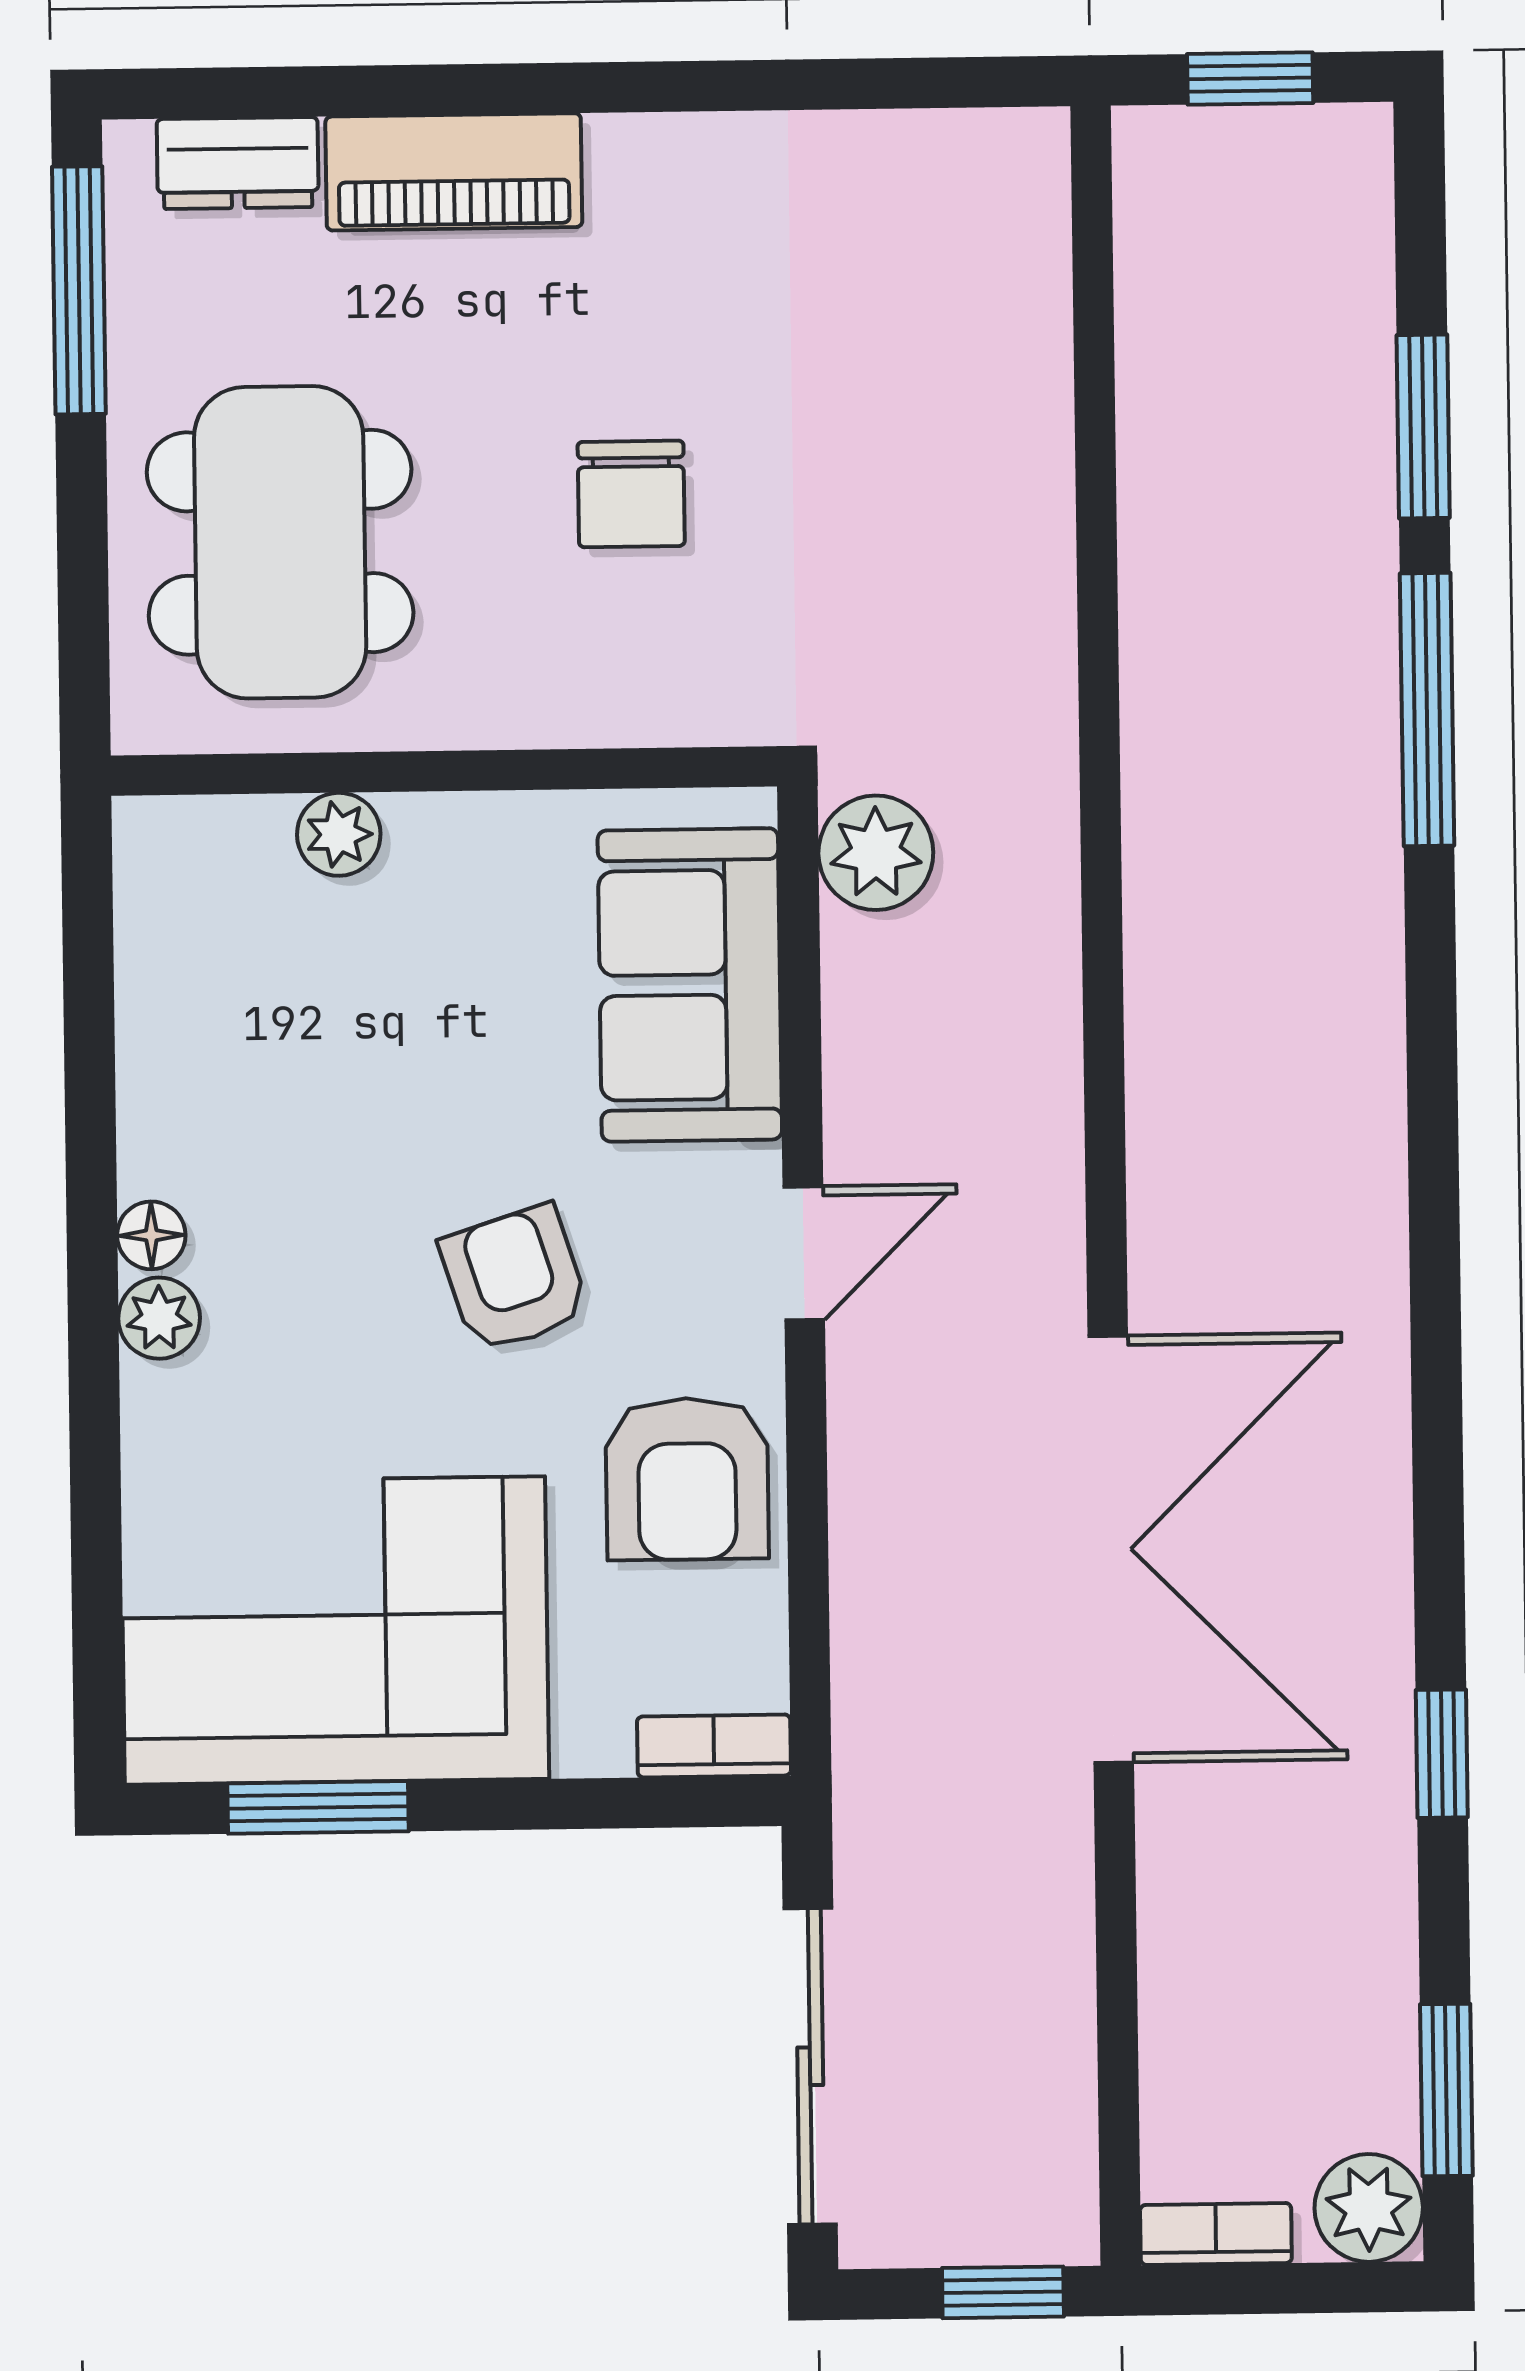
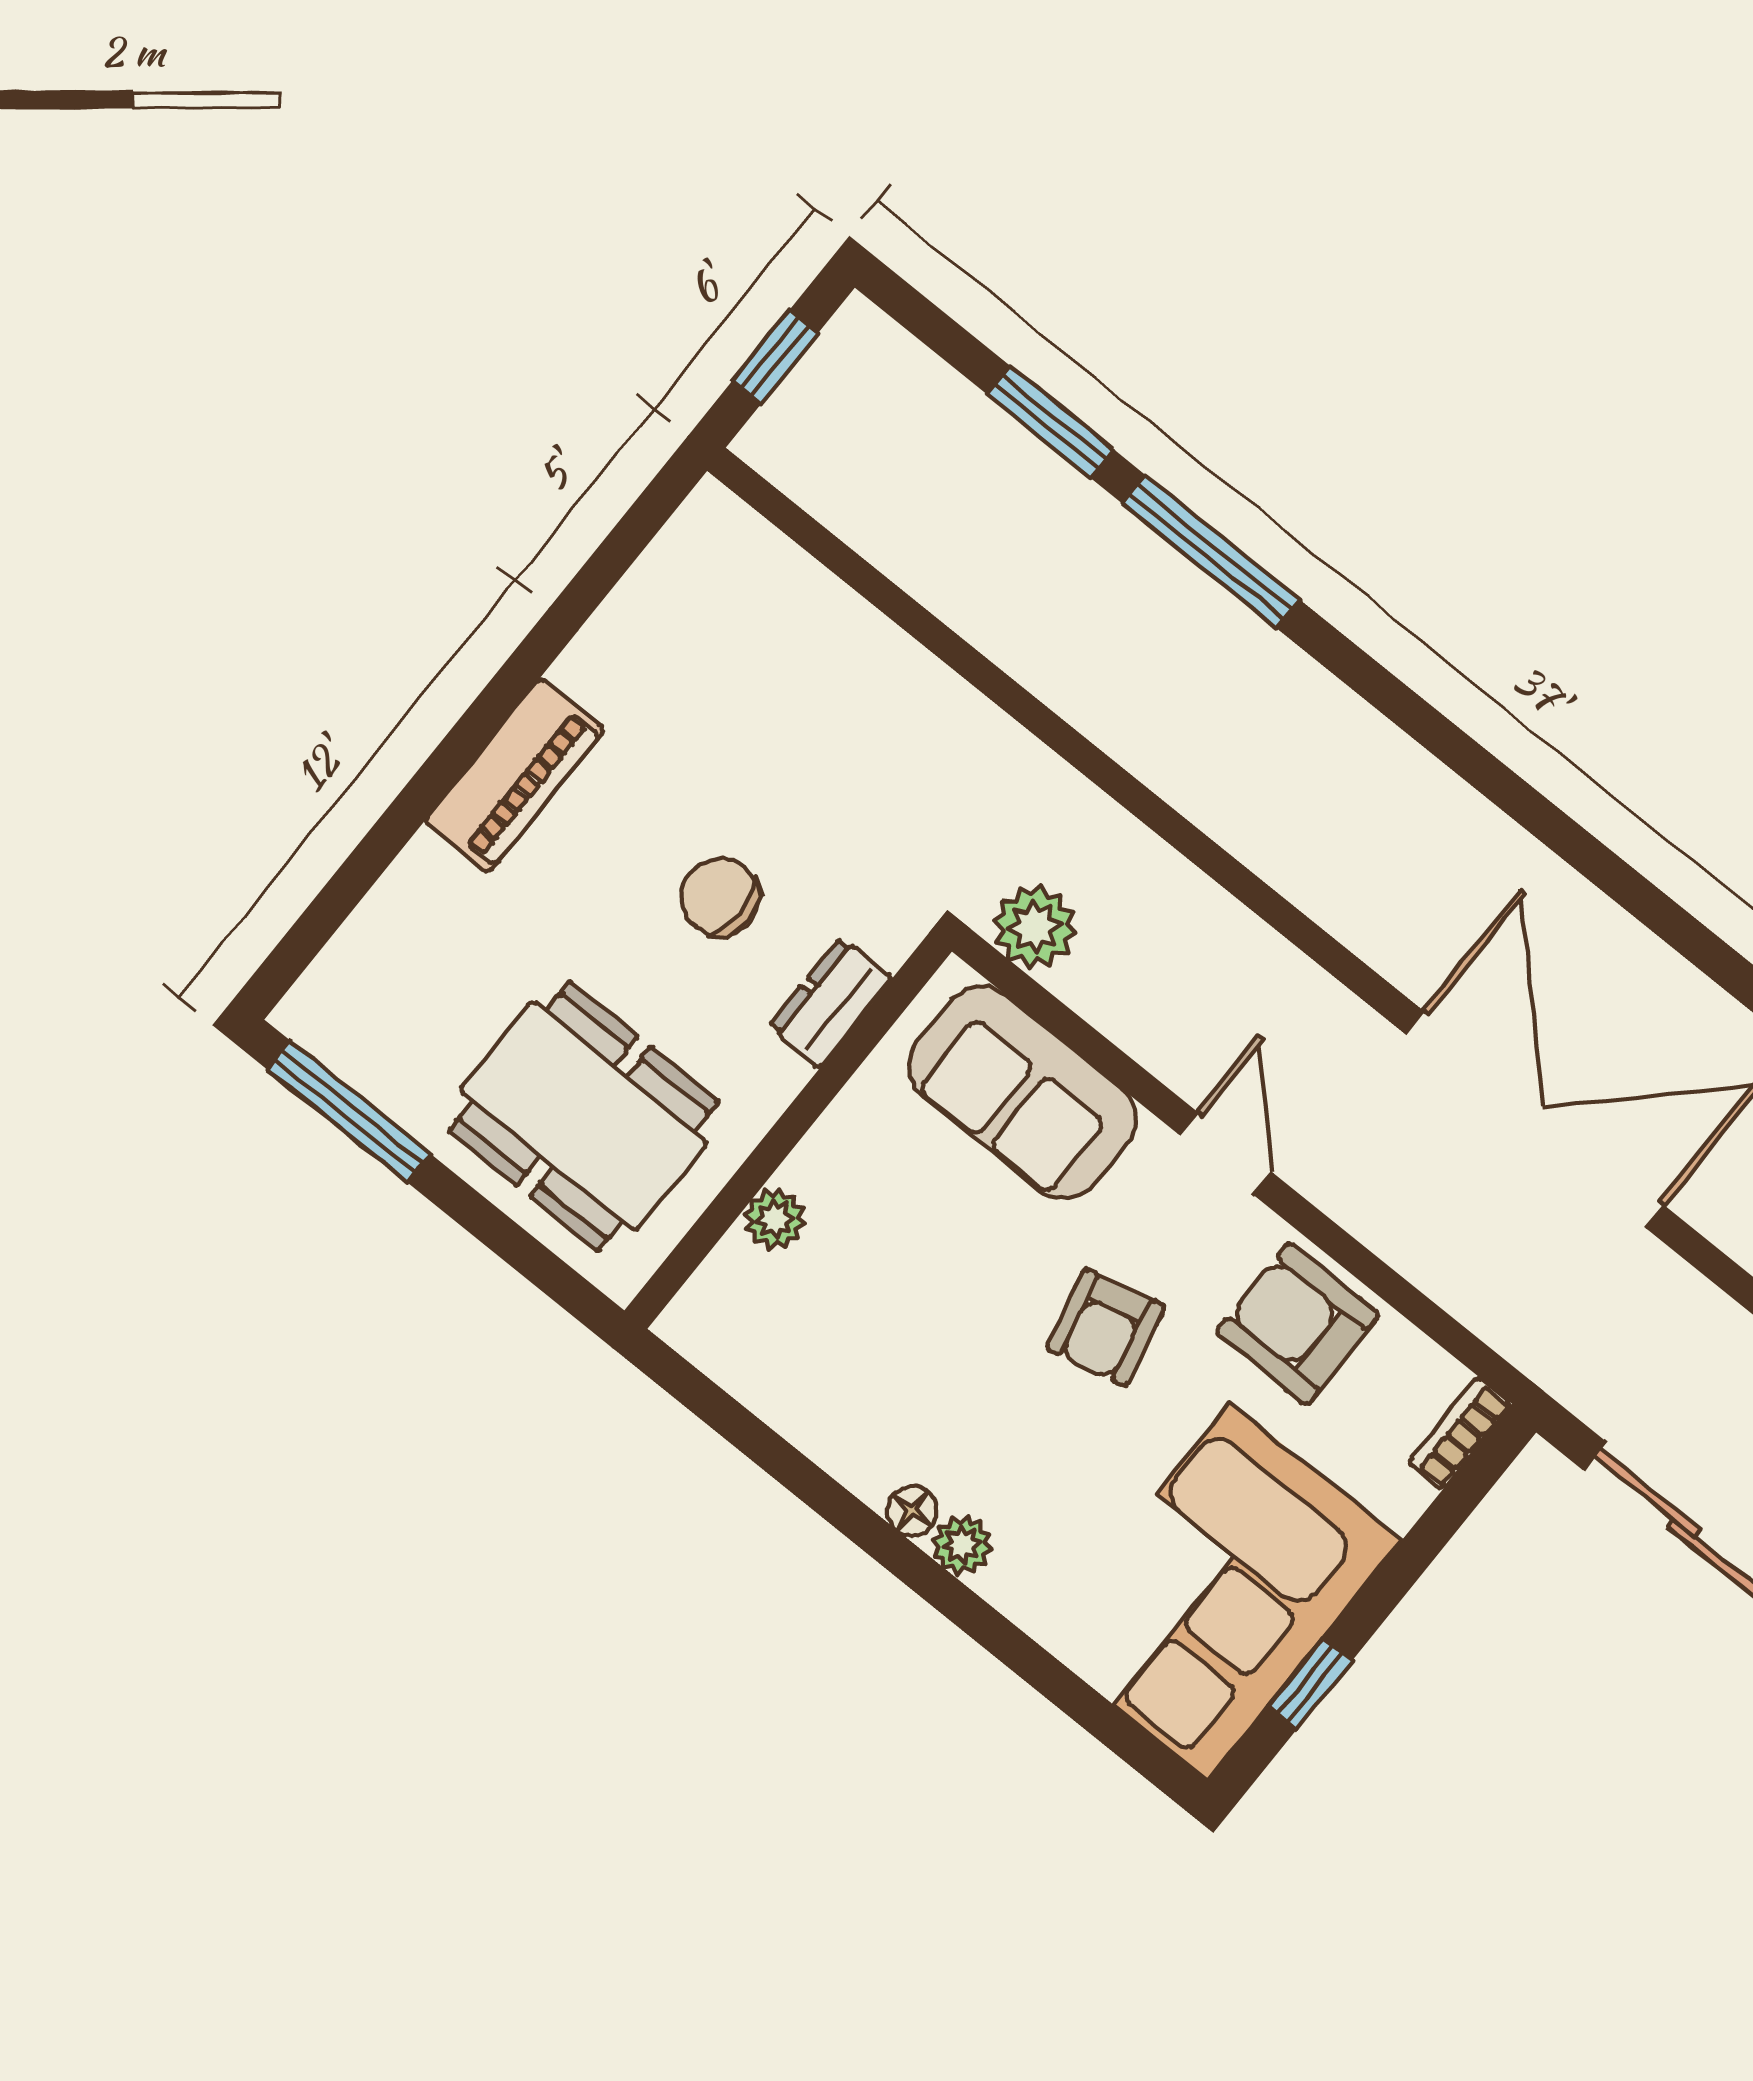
dresser: (238, 163) -> (830, 1003), moved, turned 180
piano: (454, 172) -> (515, 775), moved
chair: (631, 494) -> (720, 897), turned 180
armchair: (514, 1279) -> (1105, 1328), turned -85
armchair: (687, 1479) -> (1298, 1324), turned 180
window: (318, 1807) -> (1310, 1683), width x0.67

